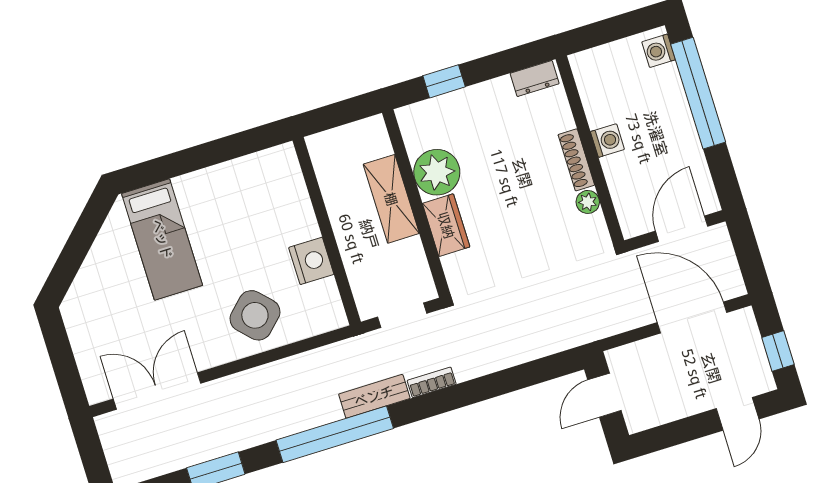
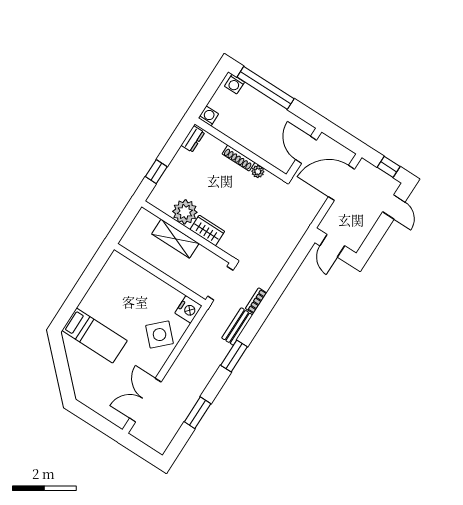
washing machine: (607, 141) -> (209, 116), moved
nightstand: (311, 261) -> (188, 309), moved, turned 90
doorway: (402, 315) -> (220, 283), width x1.38
window: (335, 434) -> (234, 356), width x0.47

